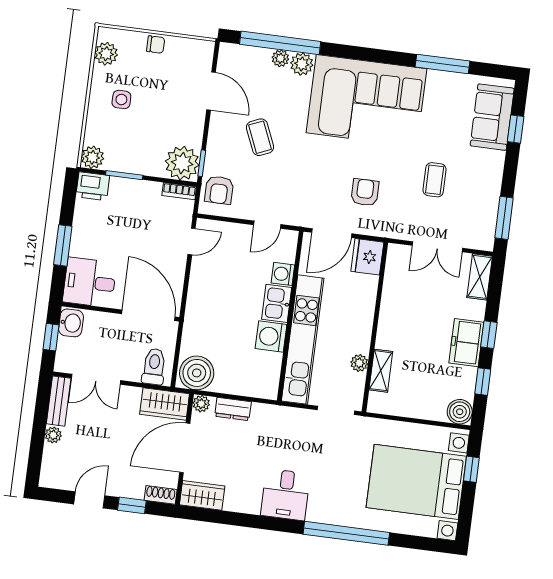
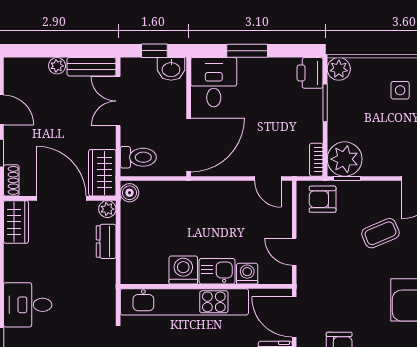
boiler: (197, 373) -> (129, 193), width x0.54, depth x0.54

